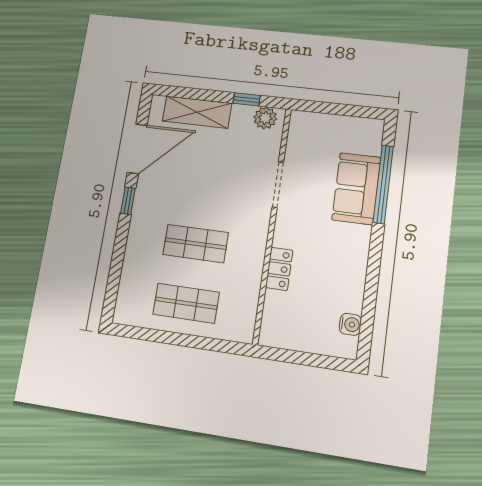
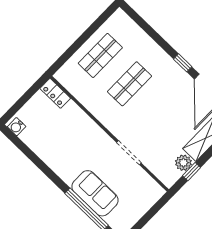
plant: (265, 118) -> (183, 163), moved
locker: (279, 269) -> (55, 93), moved
water cooler: (350, 324) -> (17, 127), moved

